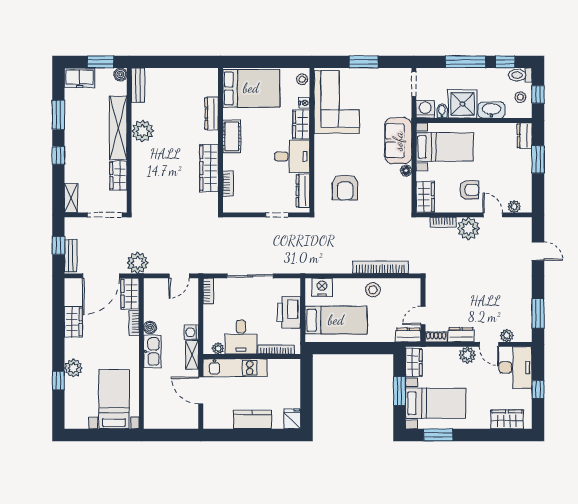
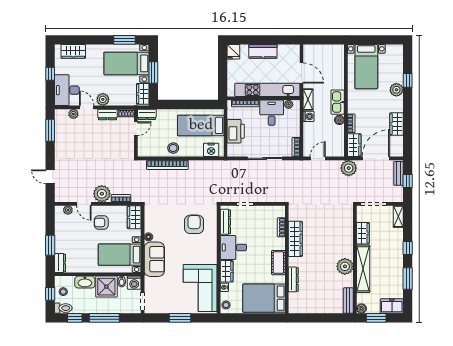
kitchen unit: (235, 368) -> (267, 90), width x1.36

